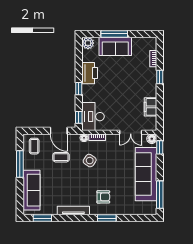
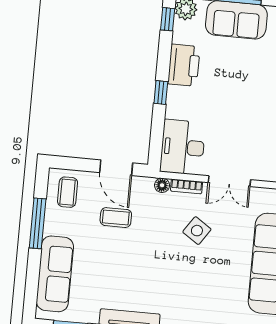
window: (79, 117) -> (168, 19), moved
double door: (131, 132) -> (229, 181), moved
side table: (90, 161) -> (197, 231), moved
armchair: (103, 197) -> (188, 299), removed

